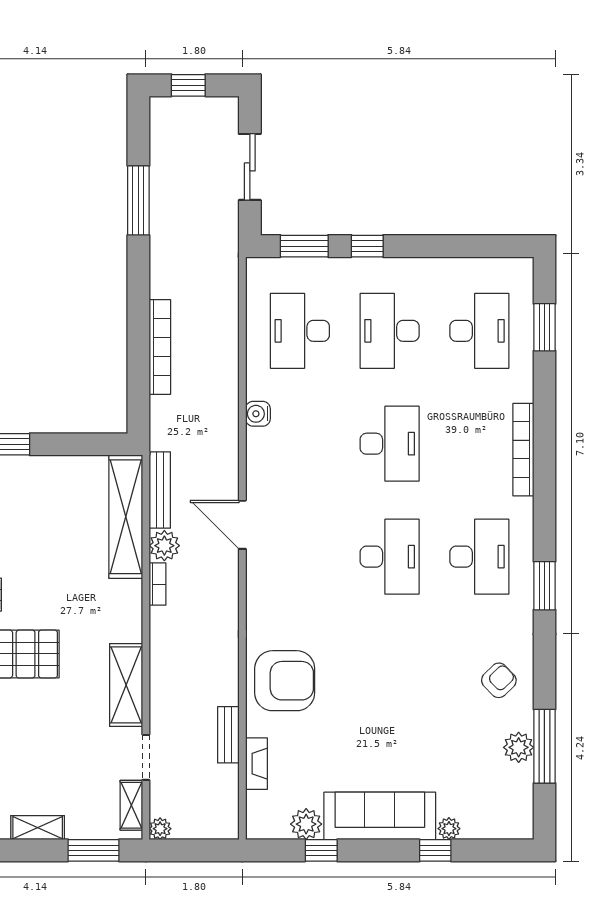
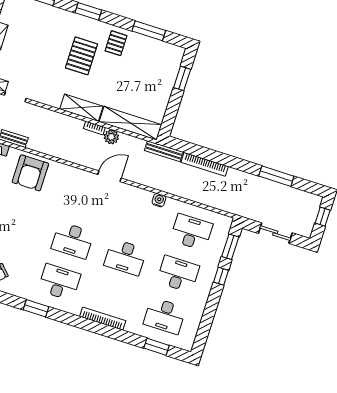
bench: (160, 490) -> (164, 151), moved
desk: (479, 557) -> (59, 282), turned 180
shelving: (126, 685) -> (81, 108), moved

